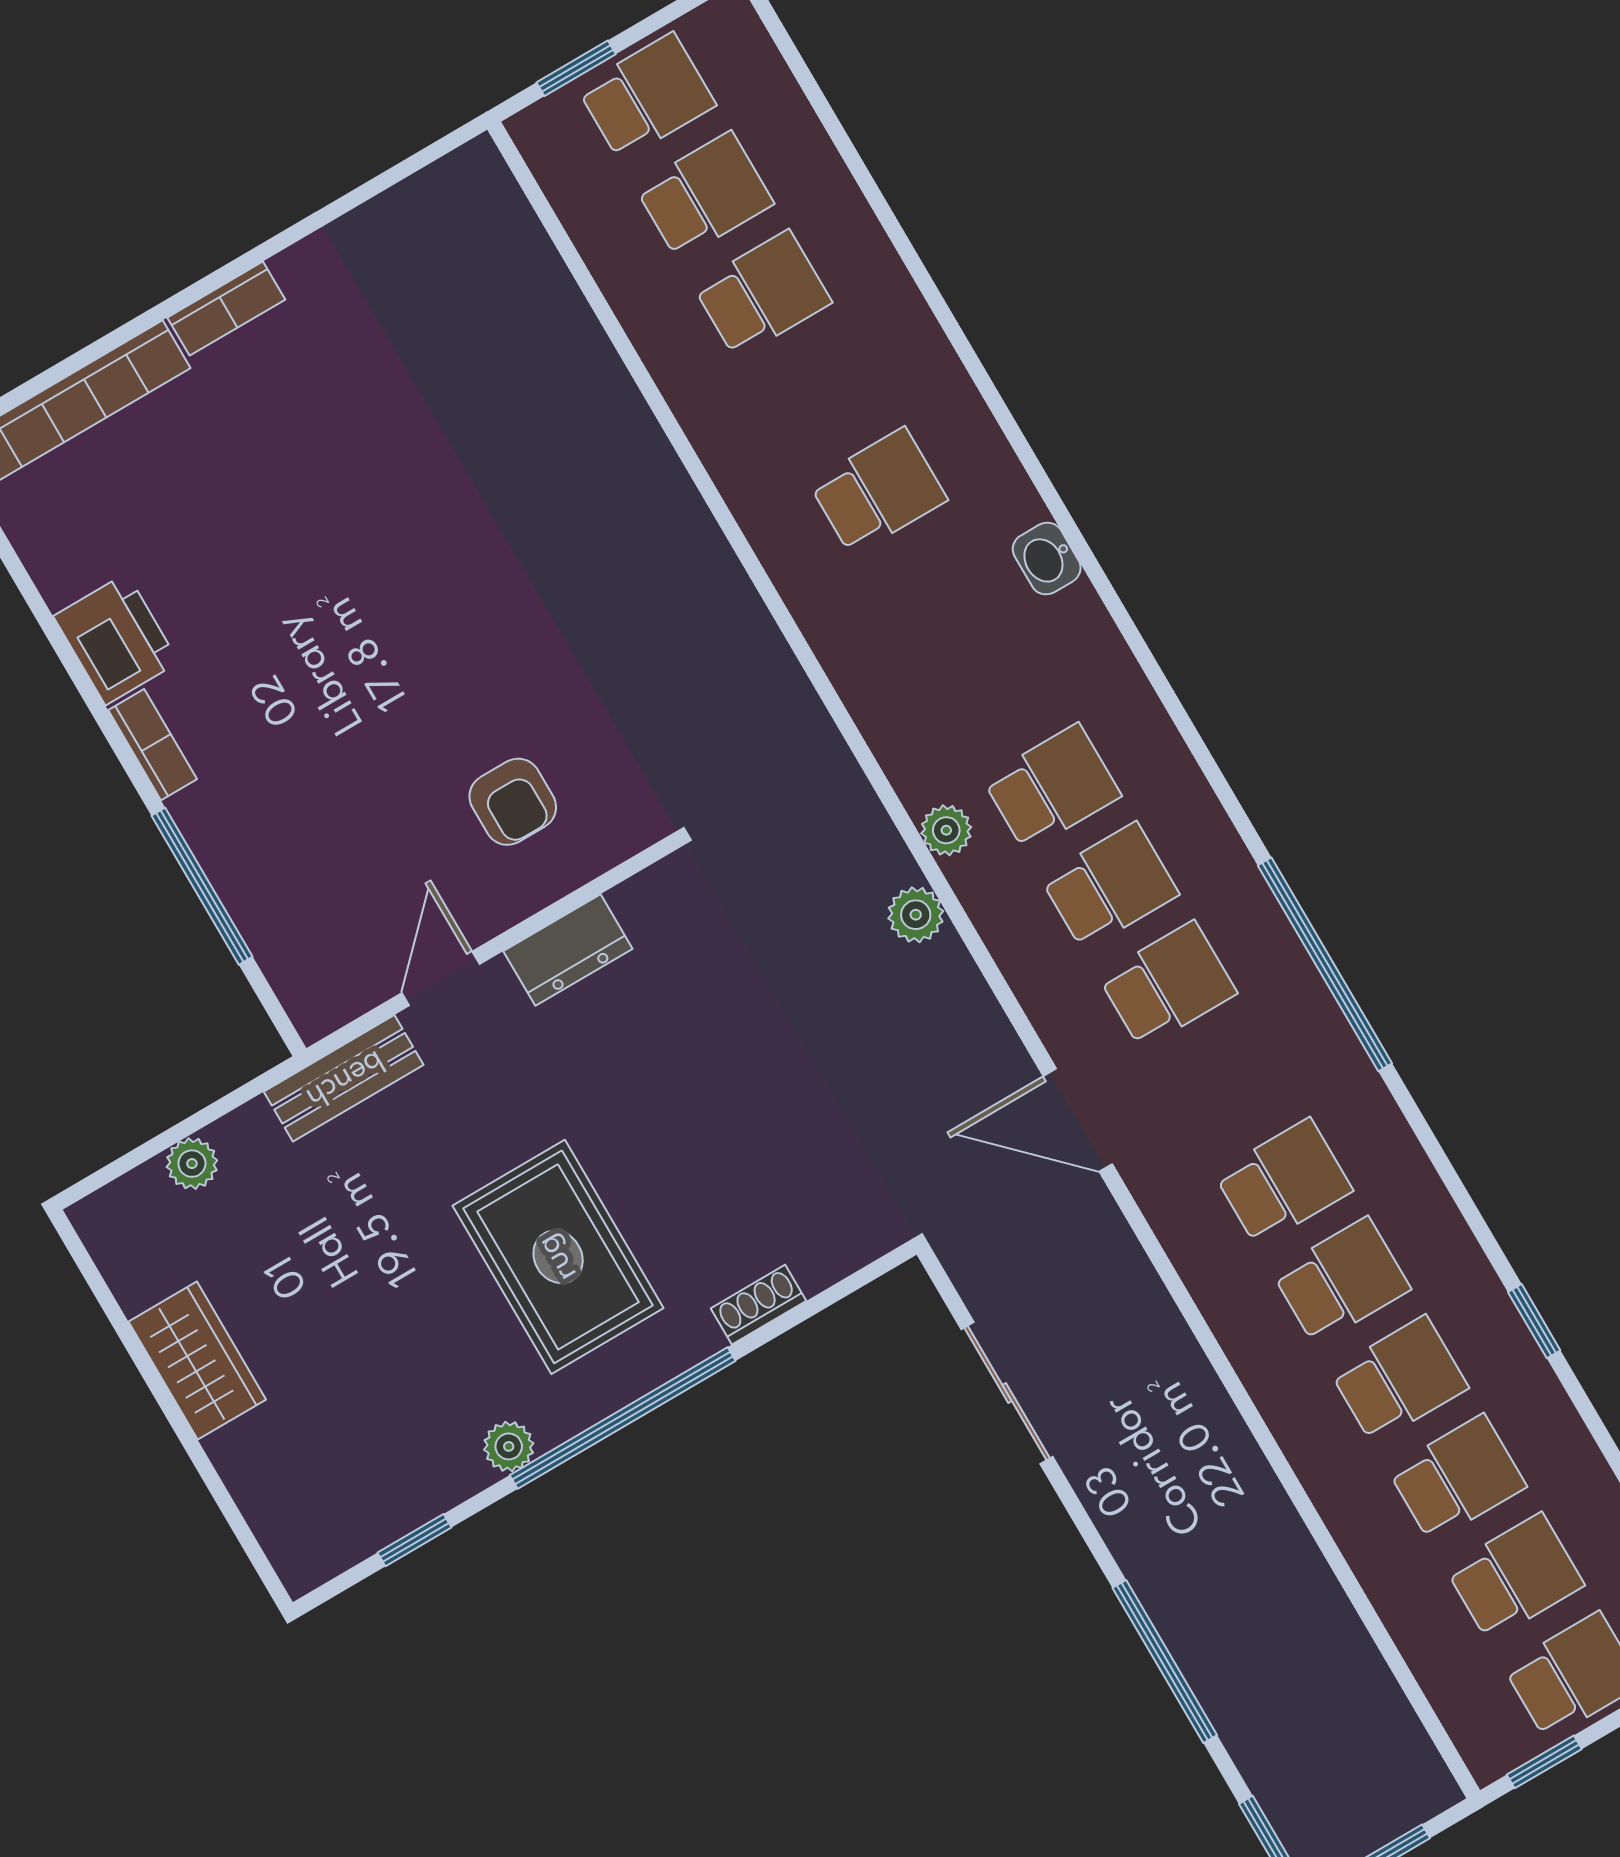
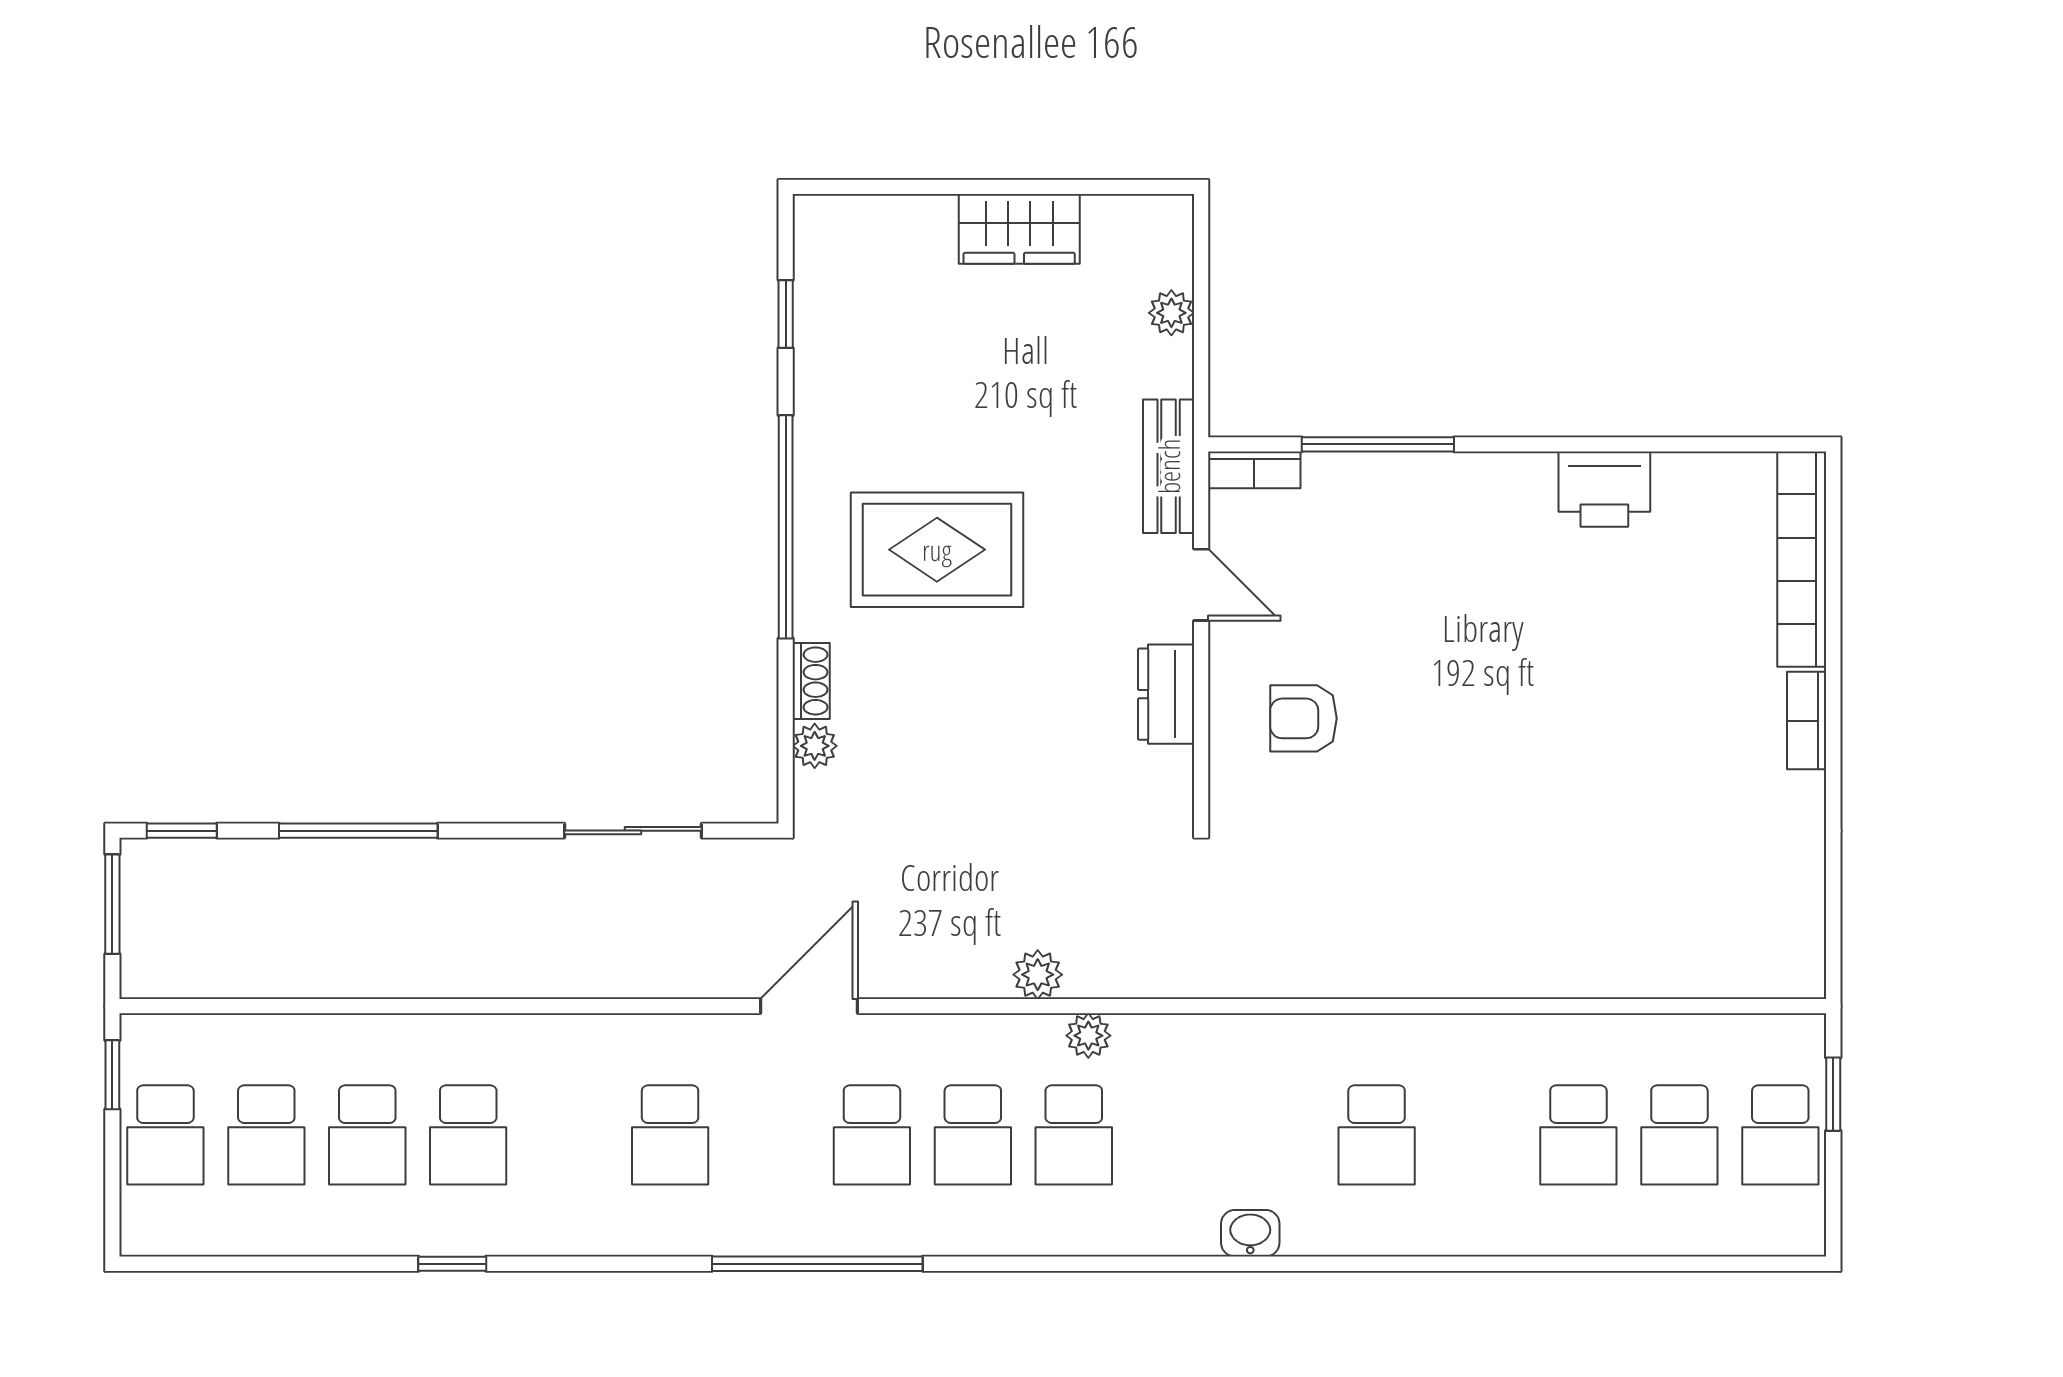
bookcase: (153, 745) -> (1254, 470), moved
school desk: (1341, 1281) -> (569, 1135), removed
plant: (509, 1446) -> (815, 746), moved

